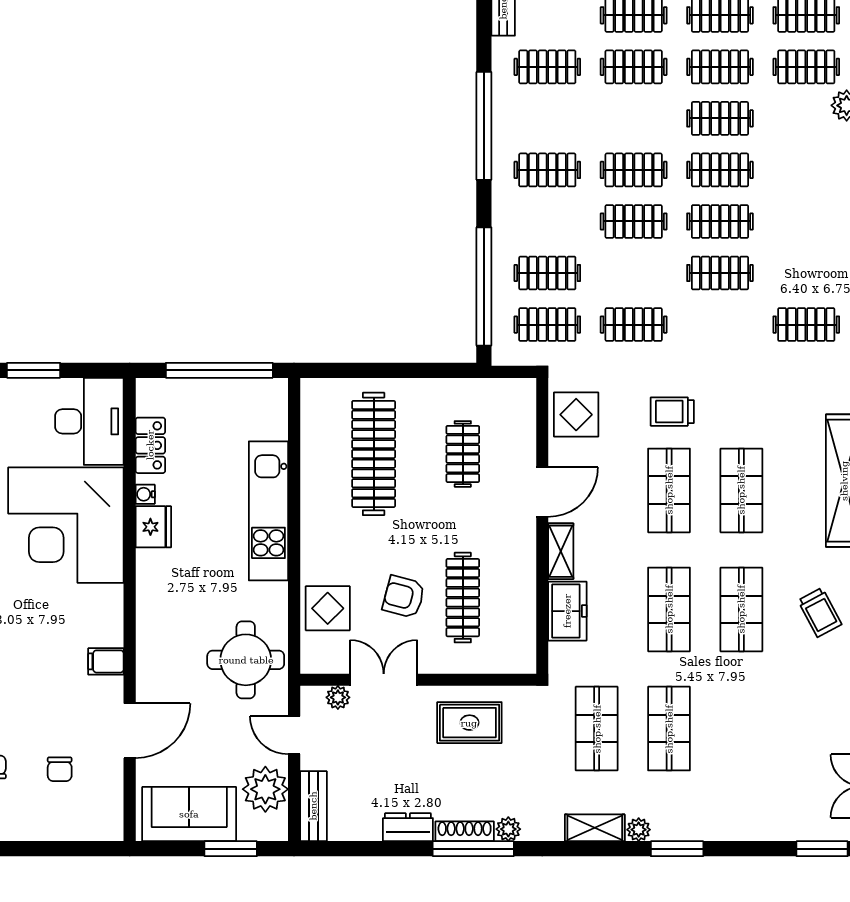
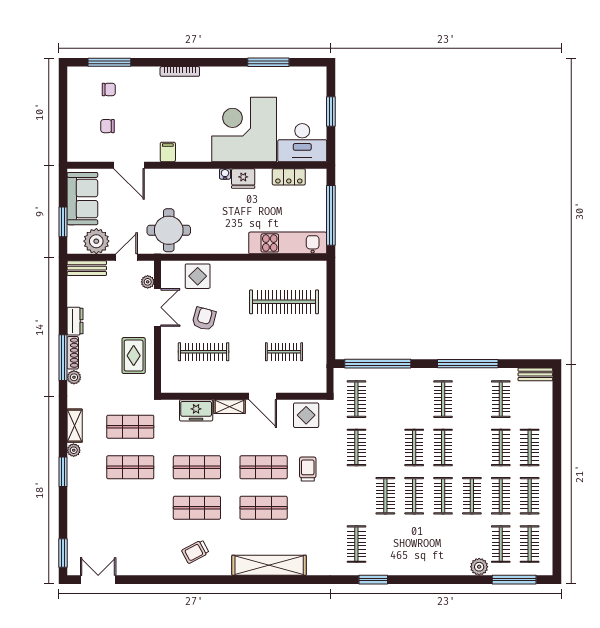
clothes rail: (547, 273) -> (385, 399), removed
water cooler: (145, 494) -> (225, 174), moved
kitchen unit: (268, 511) -> (288, 243), moved

